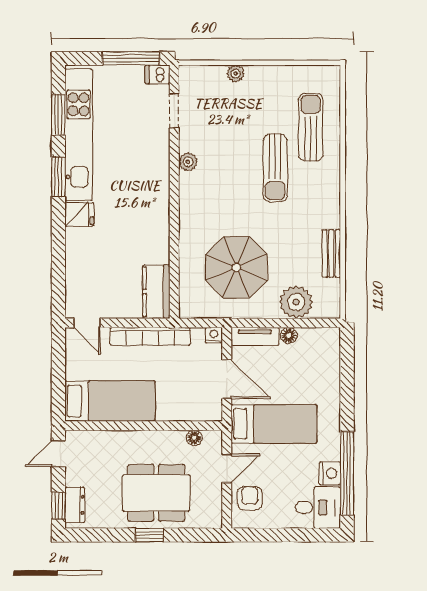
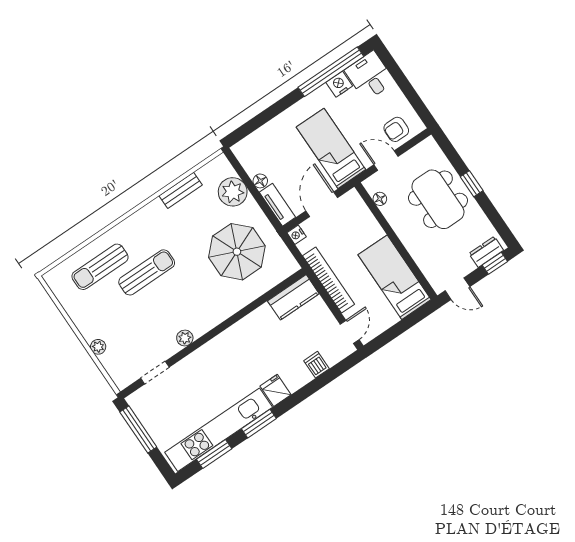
dishwasher: (158, 74) -> (316, 365), moved, turned 180

